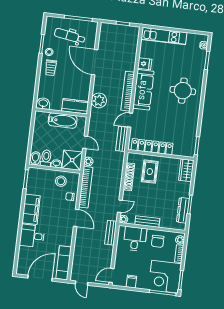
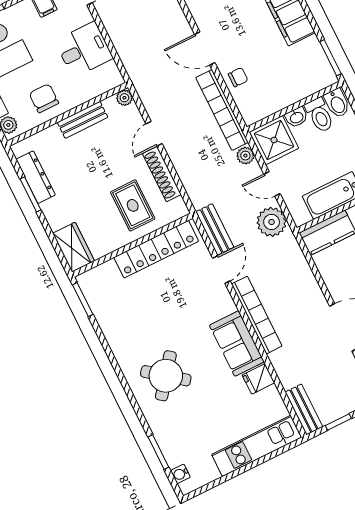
sofa: (143, 90) -> (237, 344), width x0.73
round table: (183, 91) -> (166, 376), turned 38
plant: (99, 100) -> (272, 222), moved
stool: (61, 181) -> (270, 93), removed
door: (120, 206) -> (154, 134), moved
bench: (111, 233) -> (304, 409), moved
desk: (135, 239) -> (84, 49), moved, turned -90

